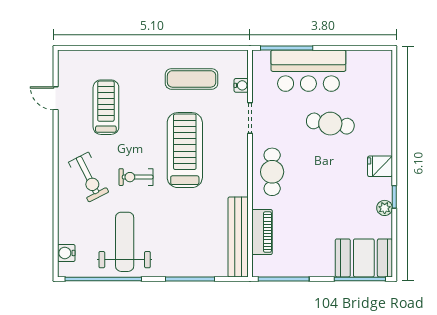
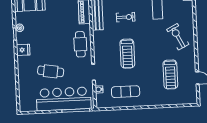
bar counter: (308, 71) -> (64, 99), width x1.36
treadmill: (185, 150) -> (127, 54), width x0.73, depth x0.73
exercise bike: (136, 177) -> (126, 17), moved

